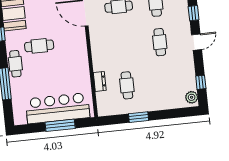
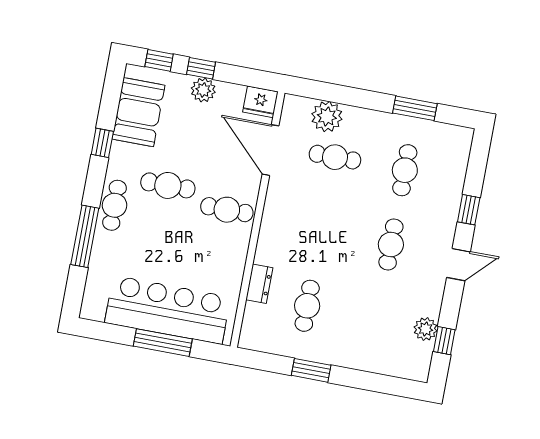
cafe table: (72, 49) -> (227, 210), added
plant: (192, 97) -> (426, 329), moved

